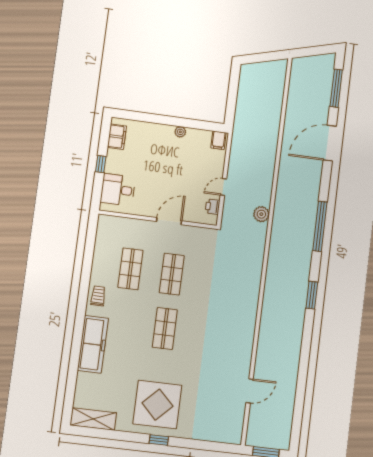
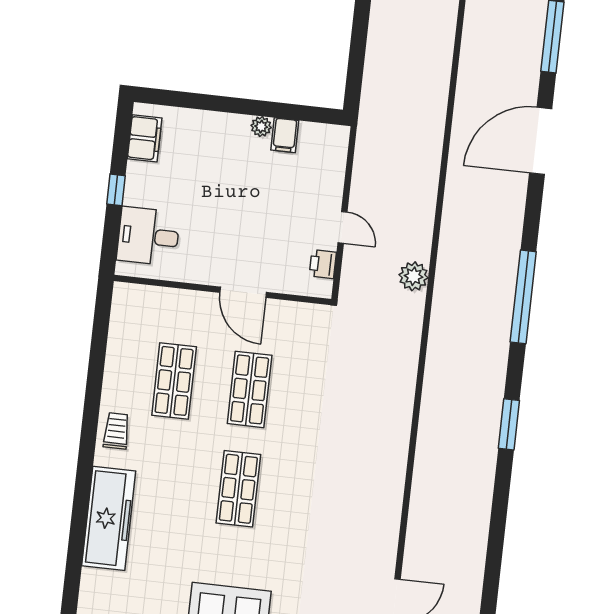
filing cabinet: (218, 140) -> (285, 135), moved
door: (223, 187) -> (342, 227), swing flipped
door: (169, 221) -> (243, 292), swing flipped

